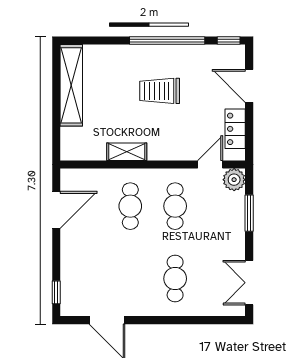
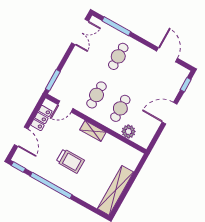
shelving: (127, 152) -> (93, 131), moved
plant: (234, 180) -> (128, 132), moved
door: (56, 210) -> (170, 113), moved
window: (249, 213) -> (53, 80), moved
window: (202, 320) -> (116, 26), added

